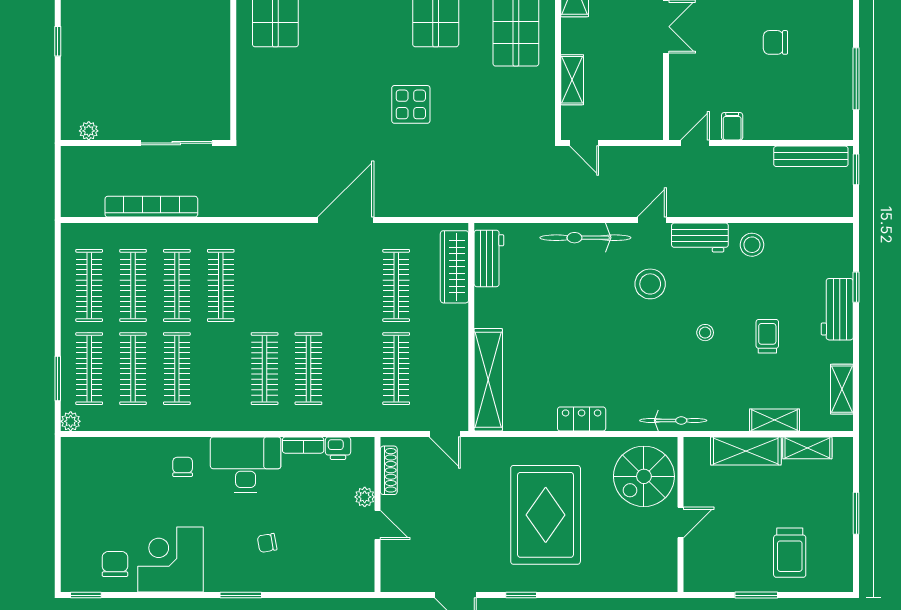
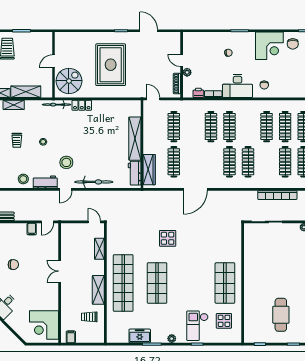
clothes rail: (177, 285) -> (229, 162), moved
shelving: (488, 380) -> (135, 139), moved
locker: (582, 419) -> (82, 105), moved

